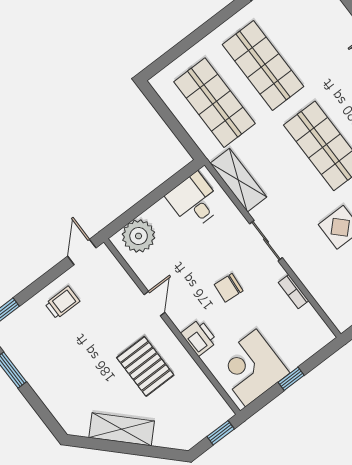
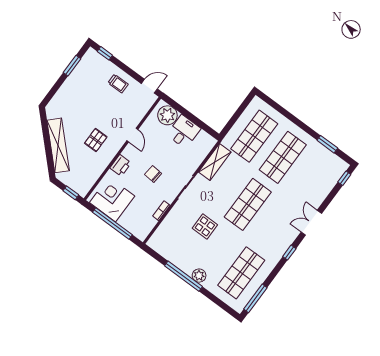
desk: (194, 201) -> (184, 132), moved
door: (154, 304) -> (132, 135), hinge flipped
pallet: (145, 366) -> (96, 140), width x0.67, depth x0.71
window: (291, 379) -> (112, 223), width x3.17
shelving: (122, 429) -> (58, 145), width x1.47

